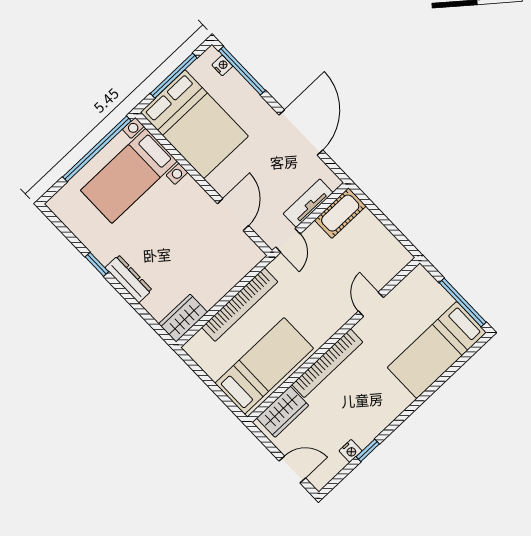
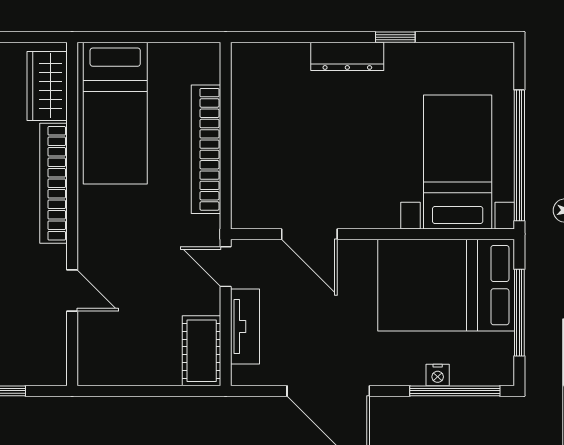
nightstand: (222, 66) -> (438, 375), moved
wardrobe: (183, 318) -> (249, 75), removed

